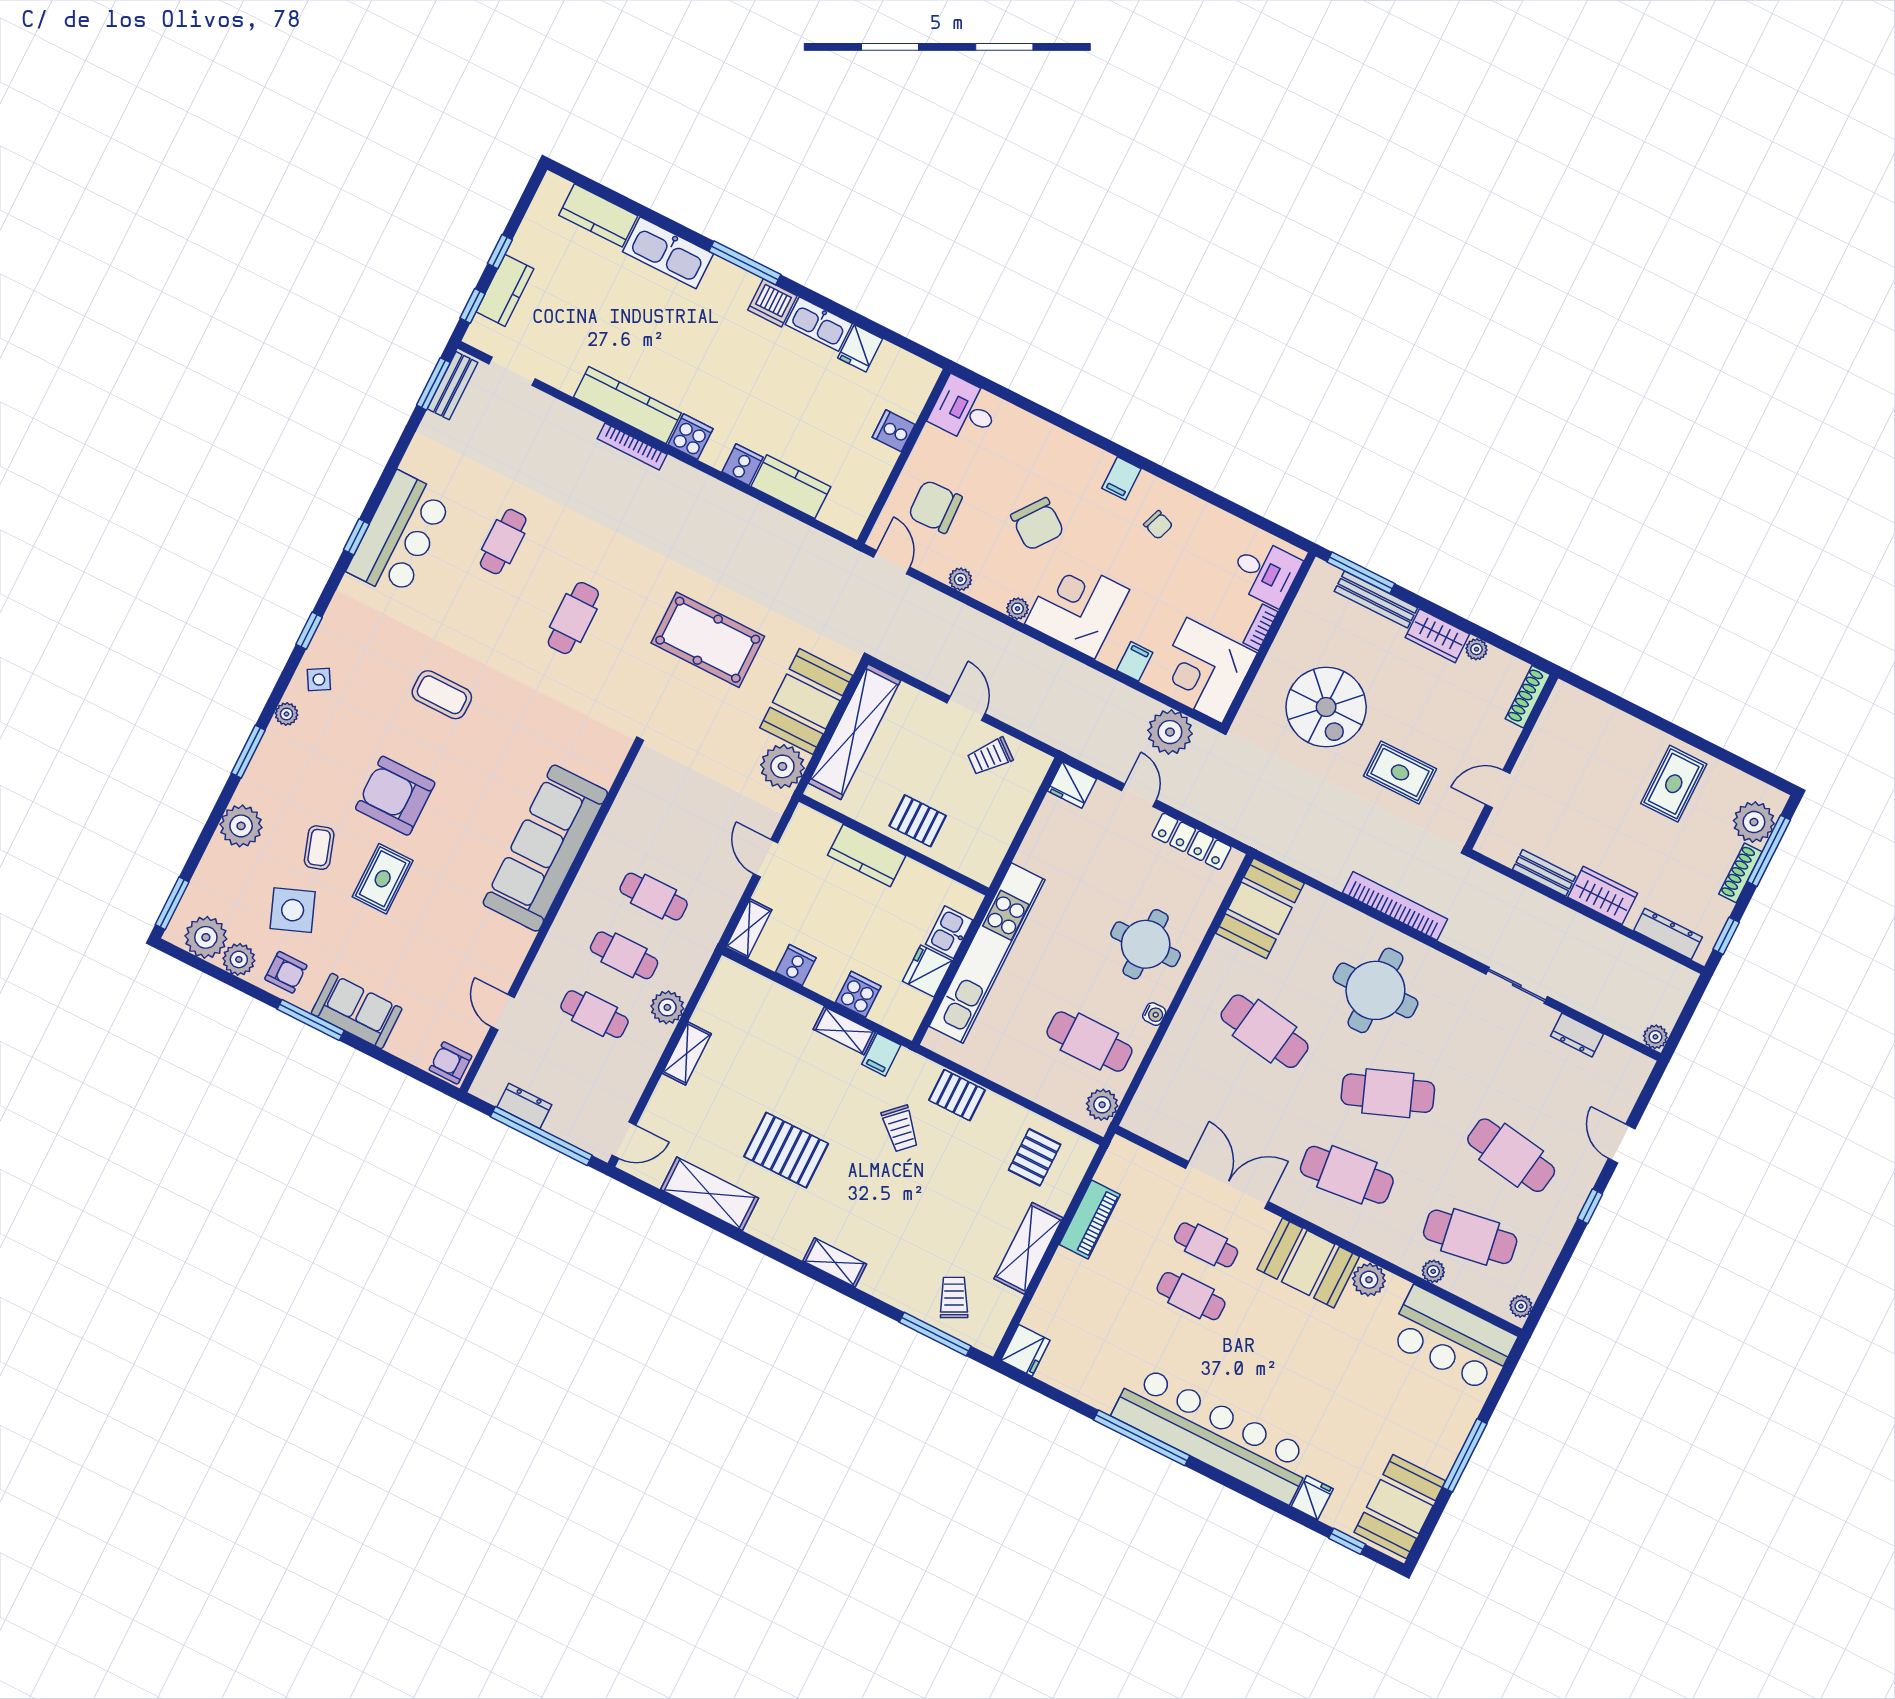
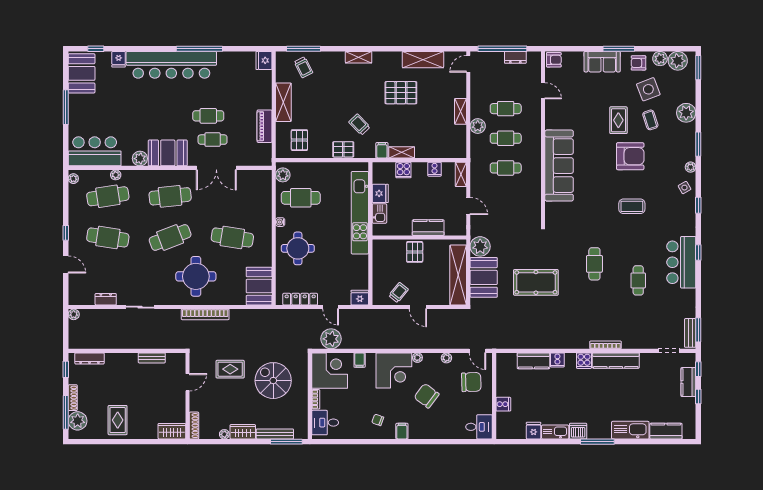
pallet: (918, 821) -> (415, 252), turned 90
wardrobe: (1603, 895) -> (172, 431), moved, turned 180

